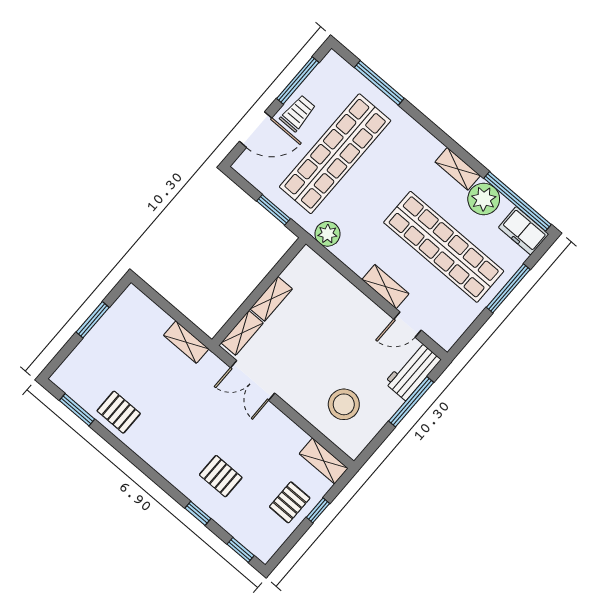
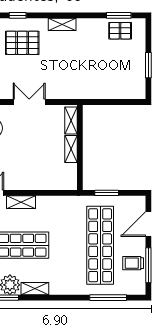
trolley: (298, 113) -> (133, 263), moved, turned 90
plant: (328, 234) -> (71, 204), removed
shelving: (186, 342) -> (62, 24), moved
double door: (253, 380) -> (29, 102), moved
pallet: (119, 412) -> (120, 31), moved
pallet: (221, 476) -> (22, 43), width x1.50, depth x1.42

